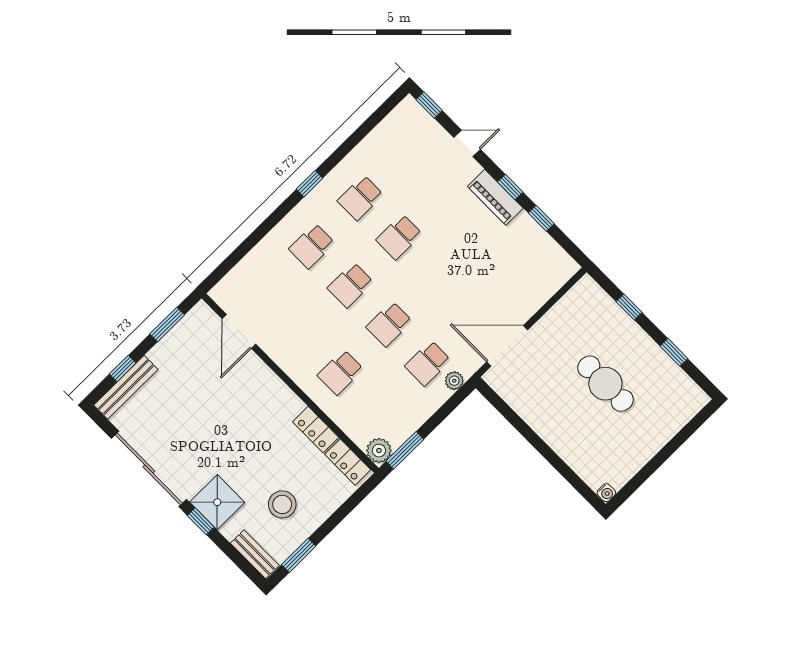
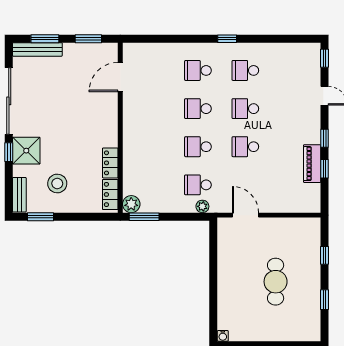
piano: (495, 197) -> (312, 164), moved
door: (507, 346) -> (245, 215), width x0.73
window: (123, 368) -> (45, 39), width x1.50
school desk: (340, 372) -> (245, 147), moved

